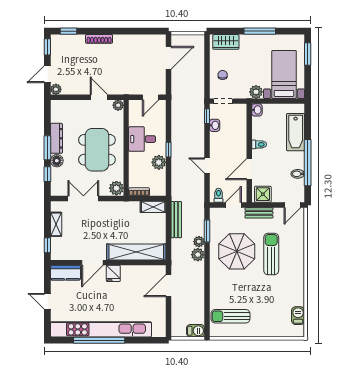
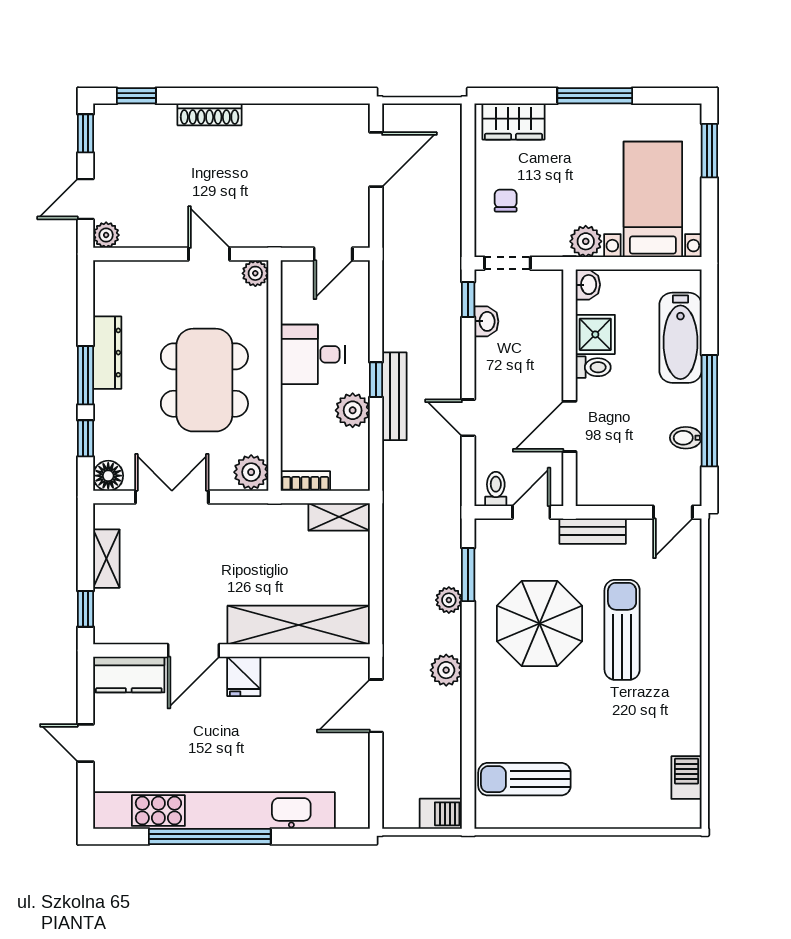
floor lamp: (57, 161) -> (108, 476), moved
shower: (263, 194) -> (595, 334), moved
bench: (176, 220) -> (394, 396), moved
plant: (198, 255) -> (446, 670), moved

